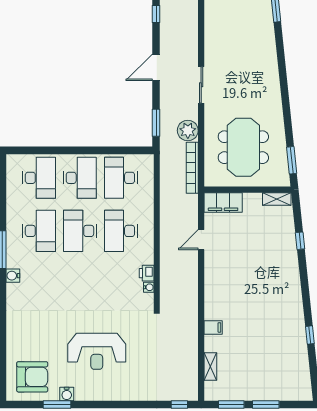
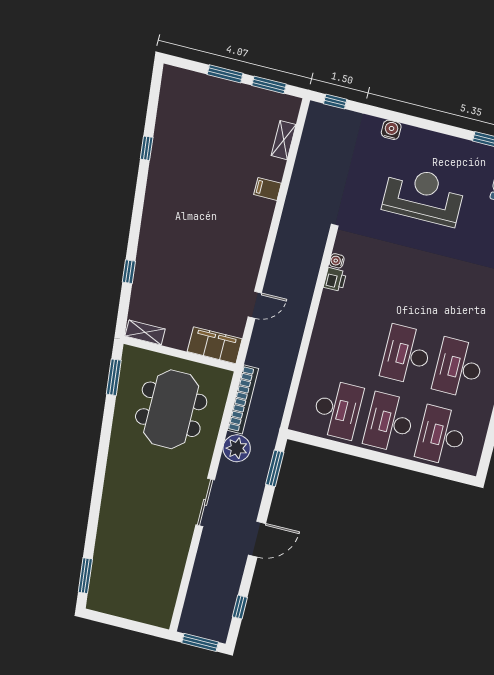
desk: (80, 231) -> (406, 355), turned 180
desk: (121, 231) -> (354, 342), removed
water cooler: (67, 394) -> (391, 130), moved

